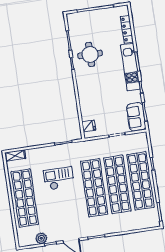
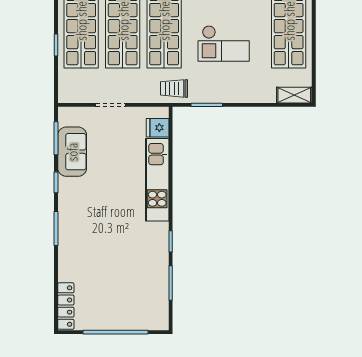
locker: (127, 29) -> (66, 306), moved
round table: (90, 54) -> (137, 253), removed
kitchen unit: (130, 67) -> (157, 180), moved, turned 180
sofa: (136, 117) -> (72, 152), moved
trolley: (83, 149) -> (174, 88), added

